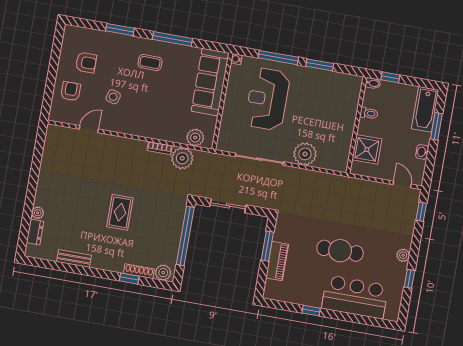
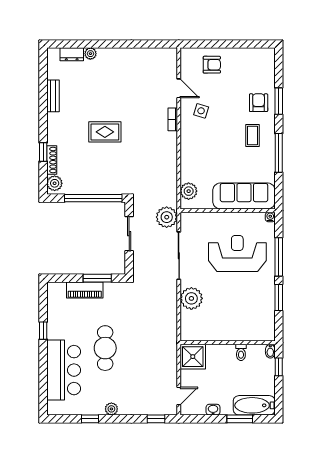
armchair: (86, 63) -> (259, 103), moved, turned 180
side table: (113, 97) -> (201, 111), moved
bookcase: (160, 148) -> (173, 119), moved
shower: (367, 149) -> (193, 357), moved
plant: (182, 158) -> (167, 217), moved

